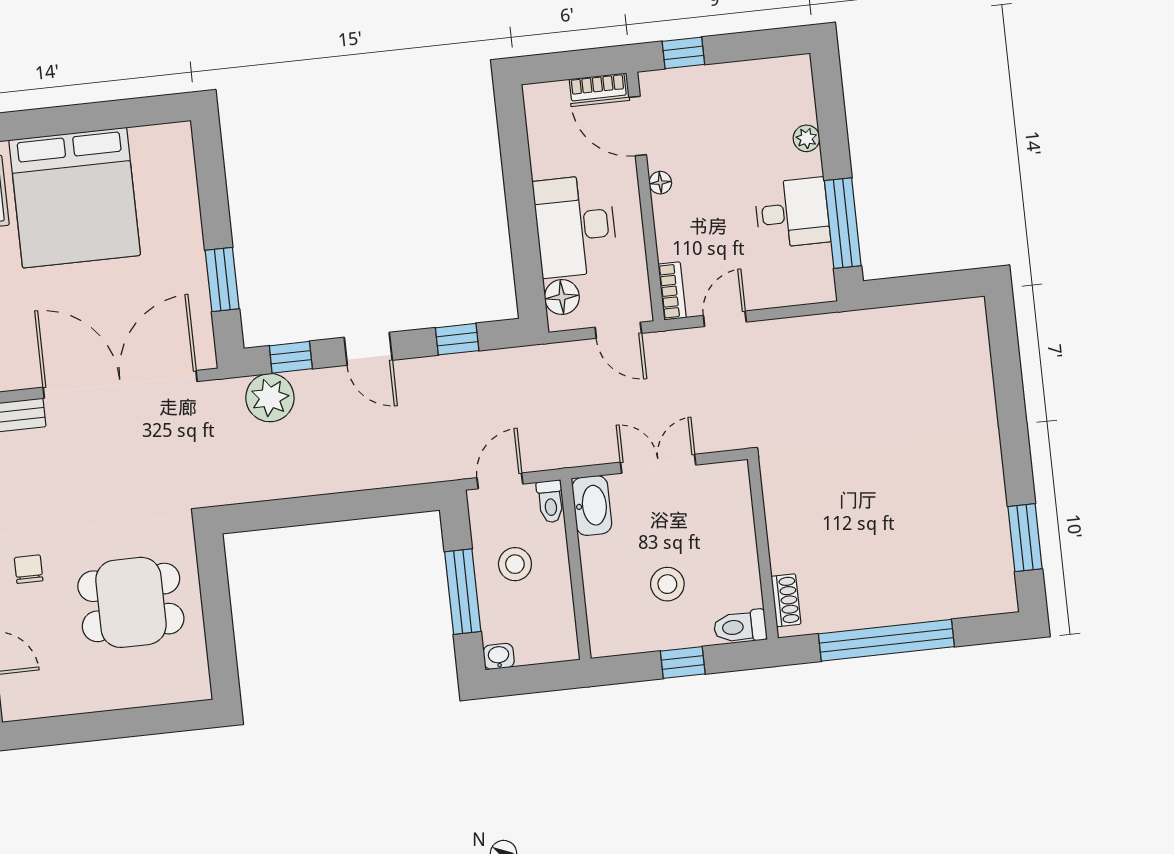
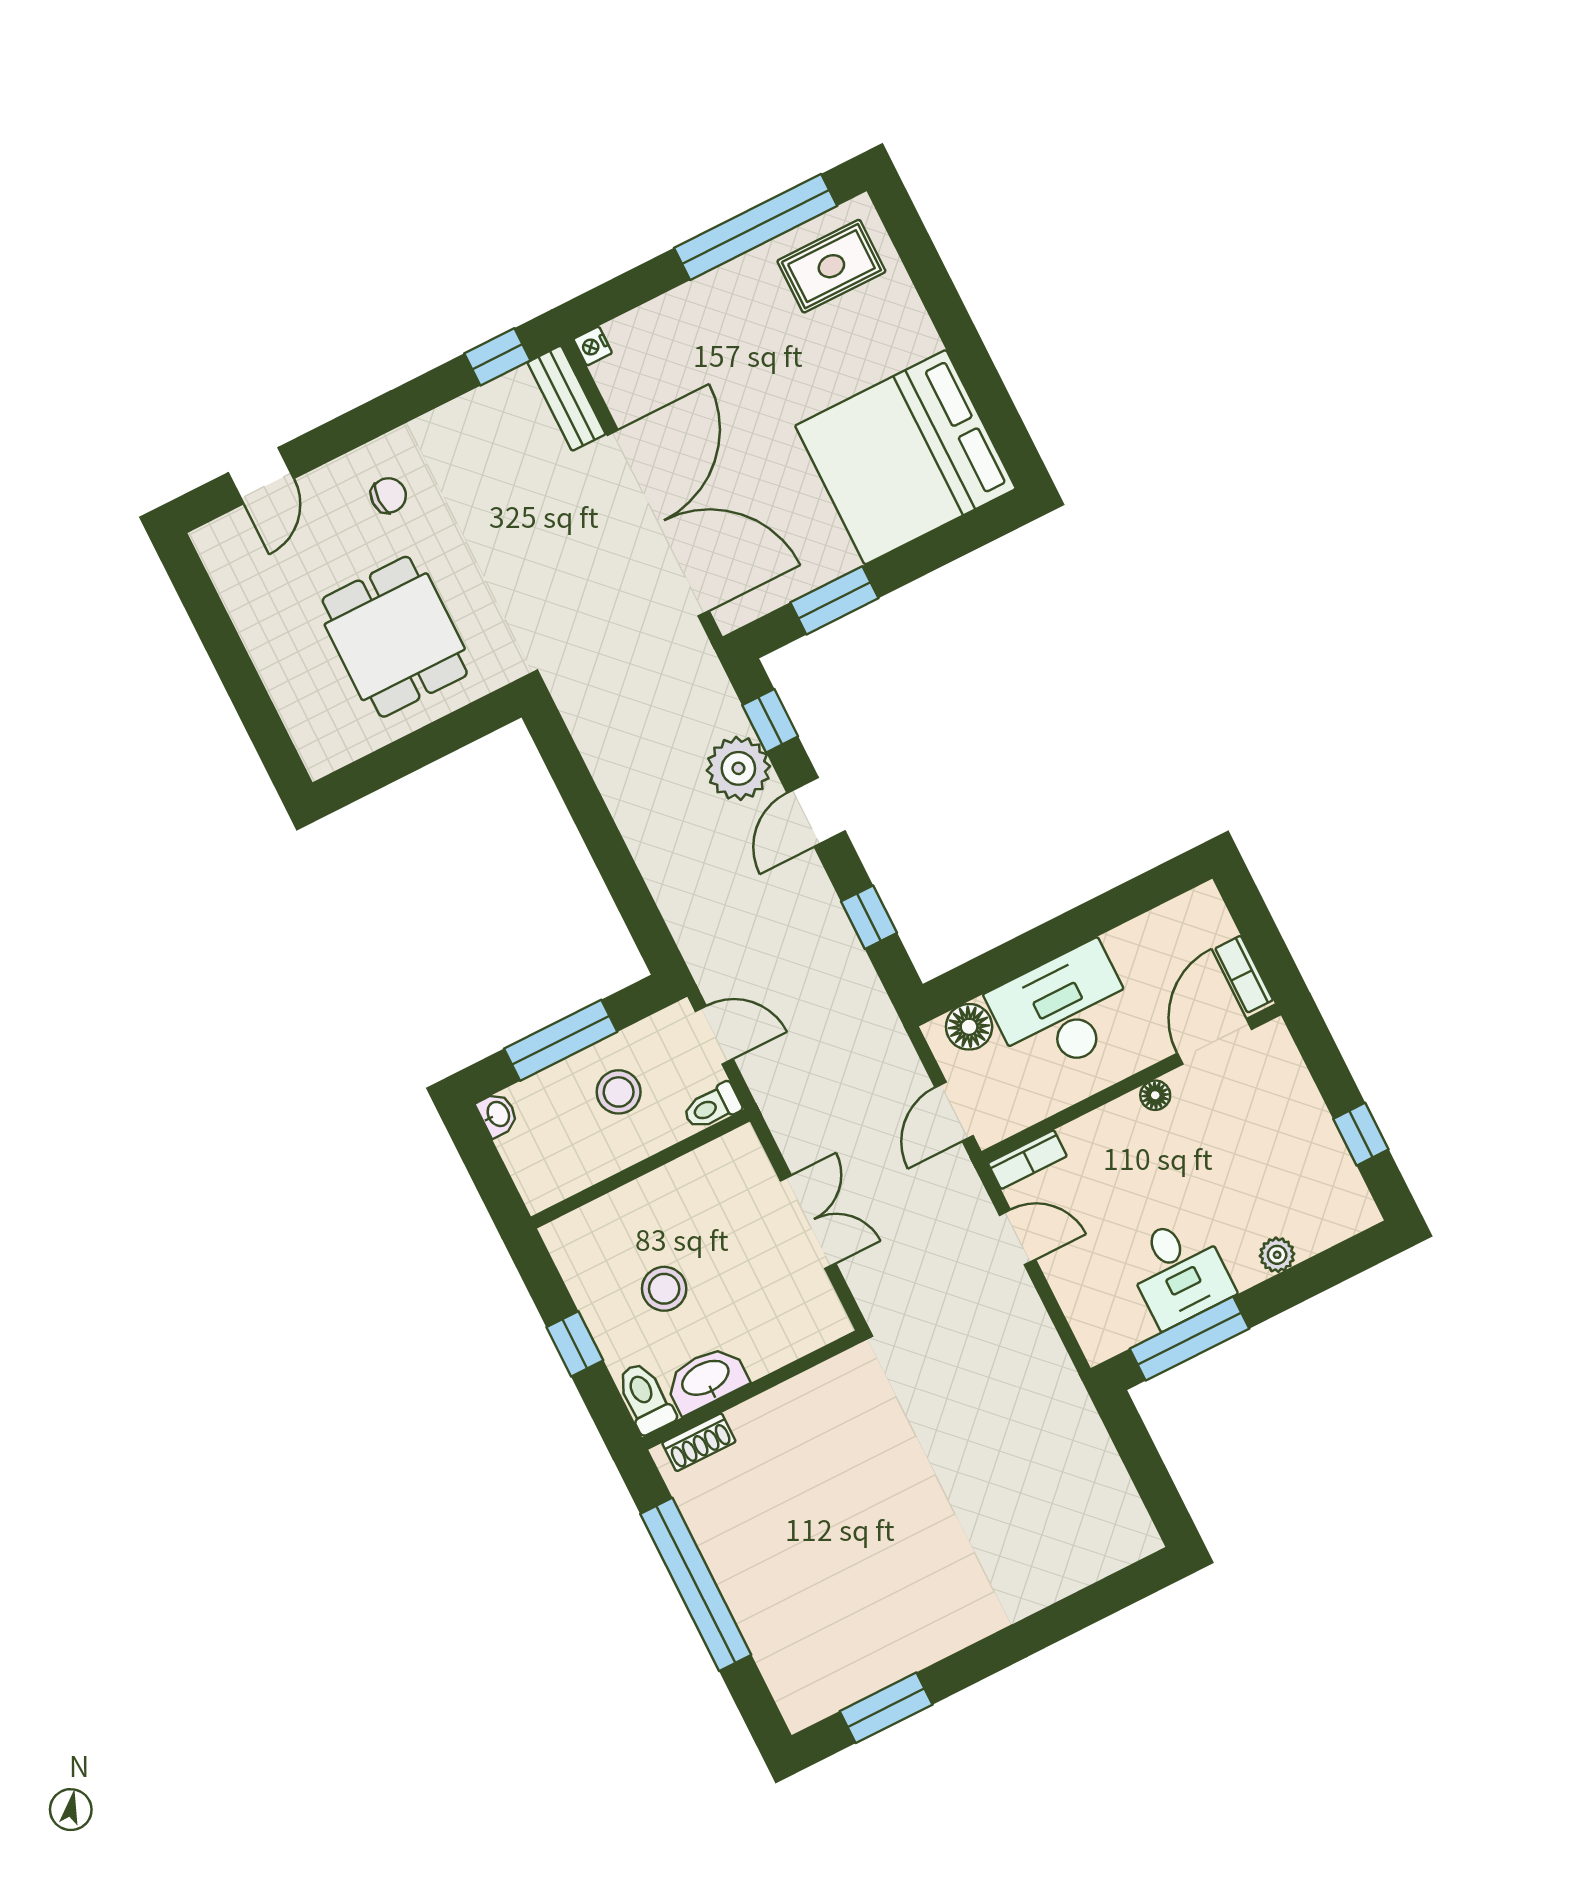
window: (683, 53) -> (1361, 1134), moved
bed: (75, 198) -> (905, 457), moved
plant: (270, 398) -> (738, 768), moved
washbasin: (592, 505) -> (706, 1379), moved, turned 180

